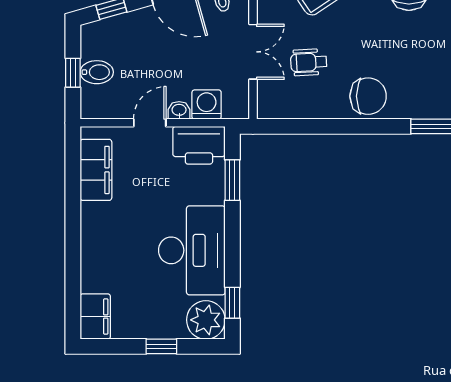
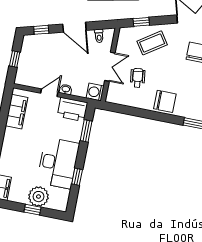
wheelchair: (309, 62) -> (138, 78), turned 86
bidet: (97, 72) -> (27, 61), removed
washing machine: (207, 105) -> (95, 92), moved, turned -90
window: (232, 303) -> (77, 177), moved
plant: (206, 320) -> (38, 197), moved

